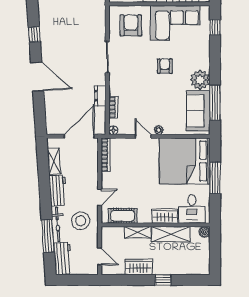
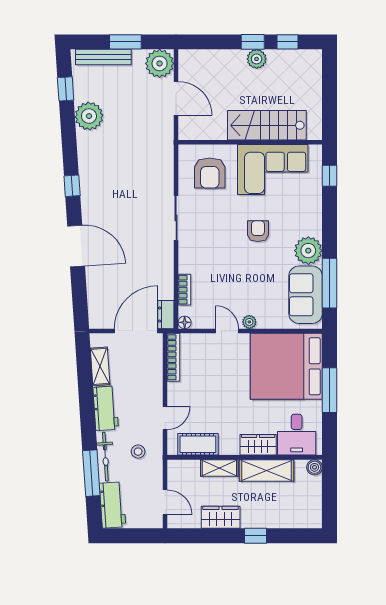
armchair: (131, 25) -> (210, 173), turned 180
dresser: (100, 96) -> (166, 315), moved
stool: (81, 221) -> (138, 452), width x0.53, depth x0.53

